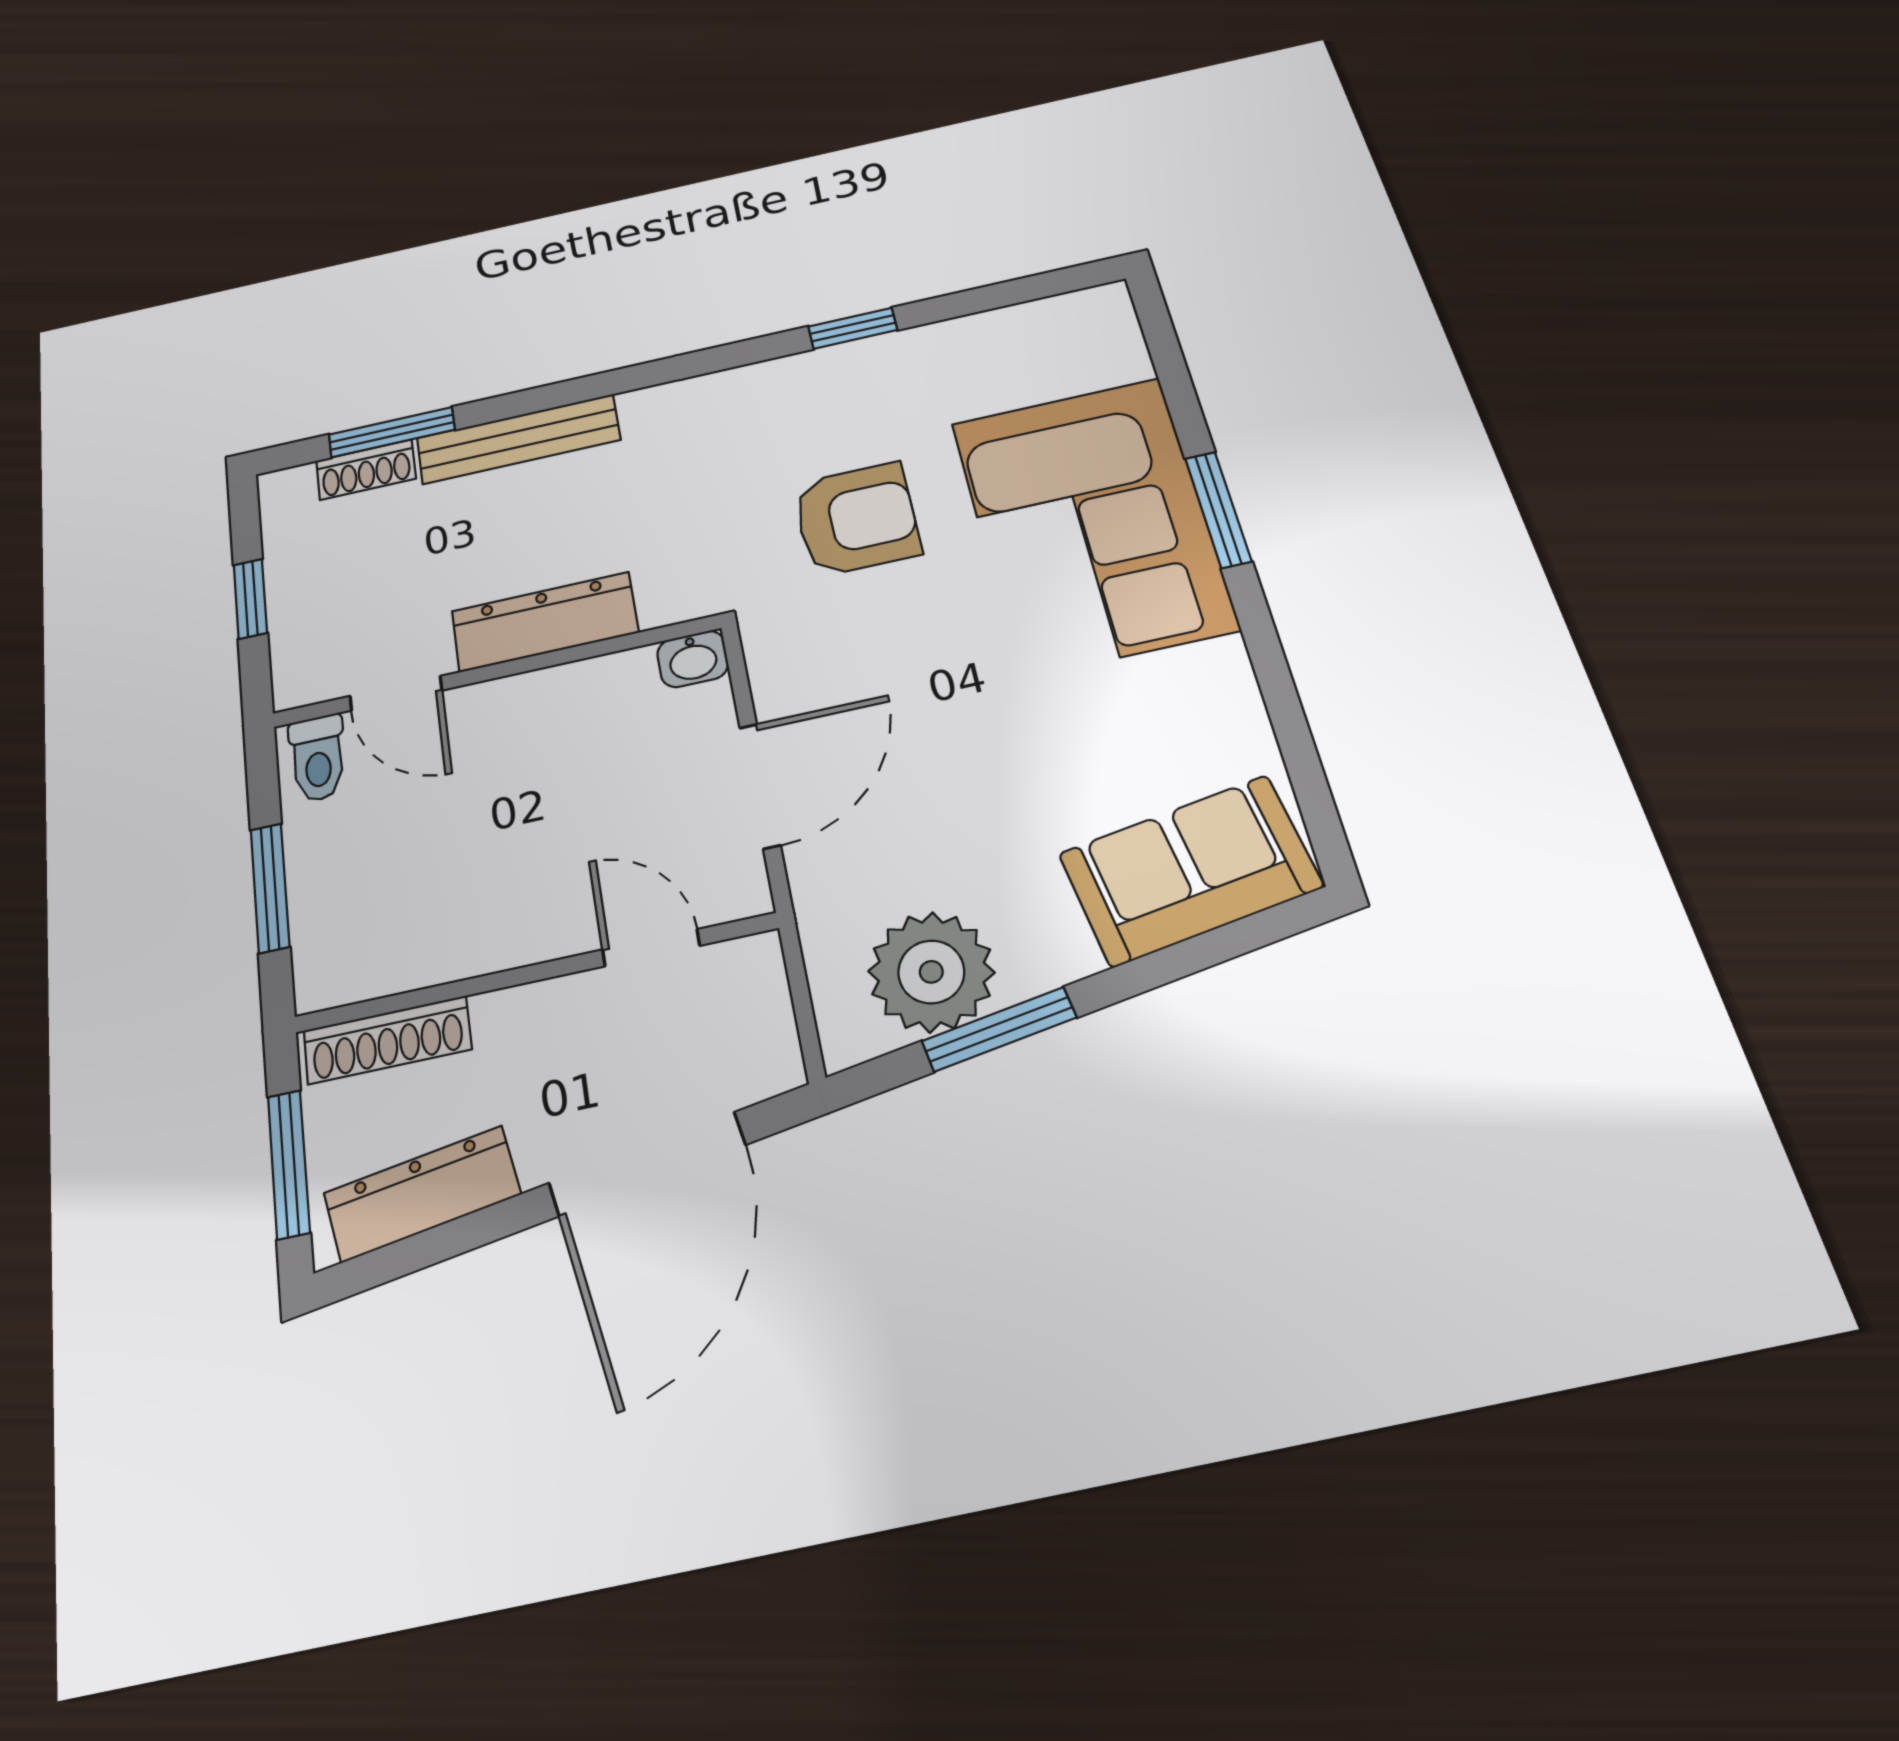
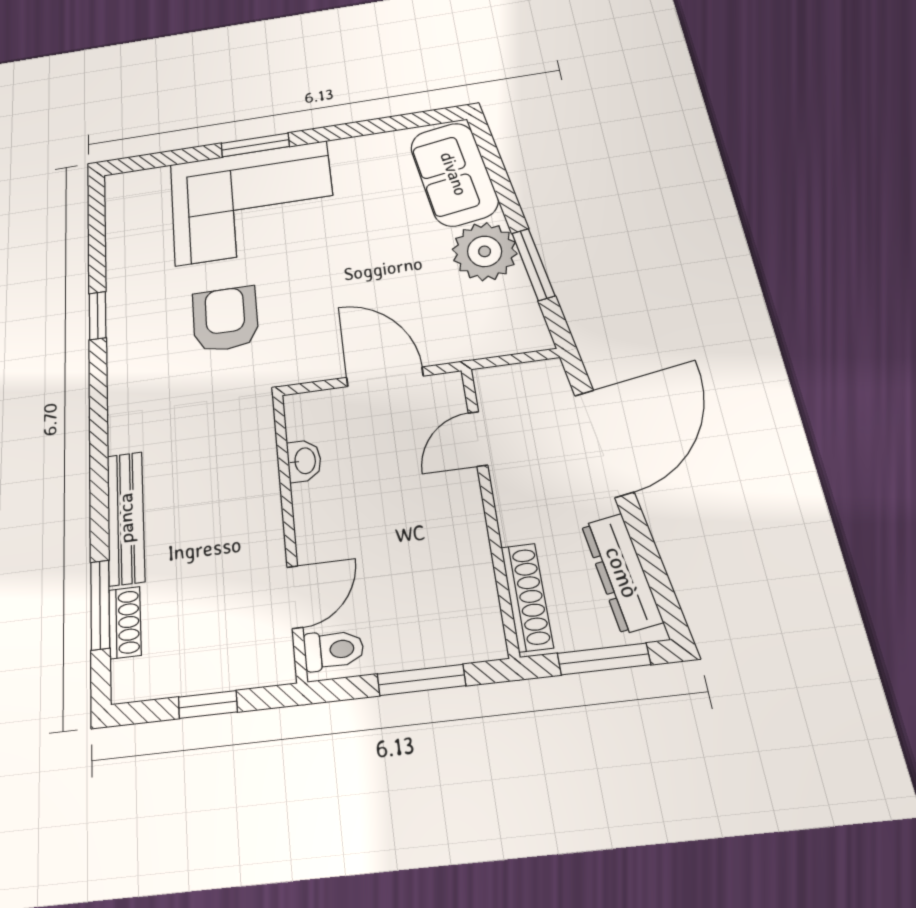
dresser: (545, 622) -> (260, 500), removed
washbasin: (693, 659) -> (304, 461), moved
plant: (931, 972) -> (485, 251), moved
door: (647, 1164) -> (604, 443), hinge flipped

